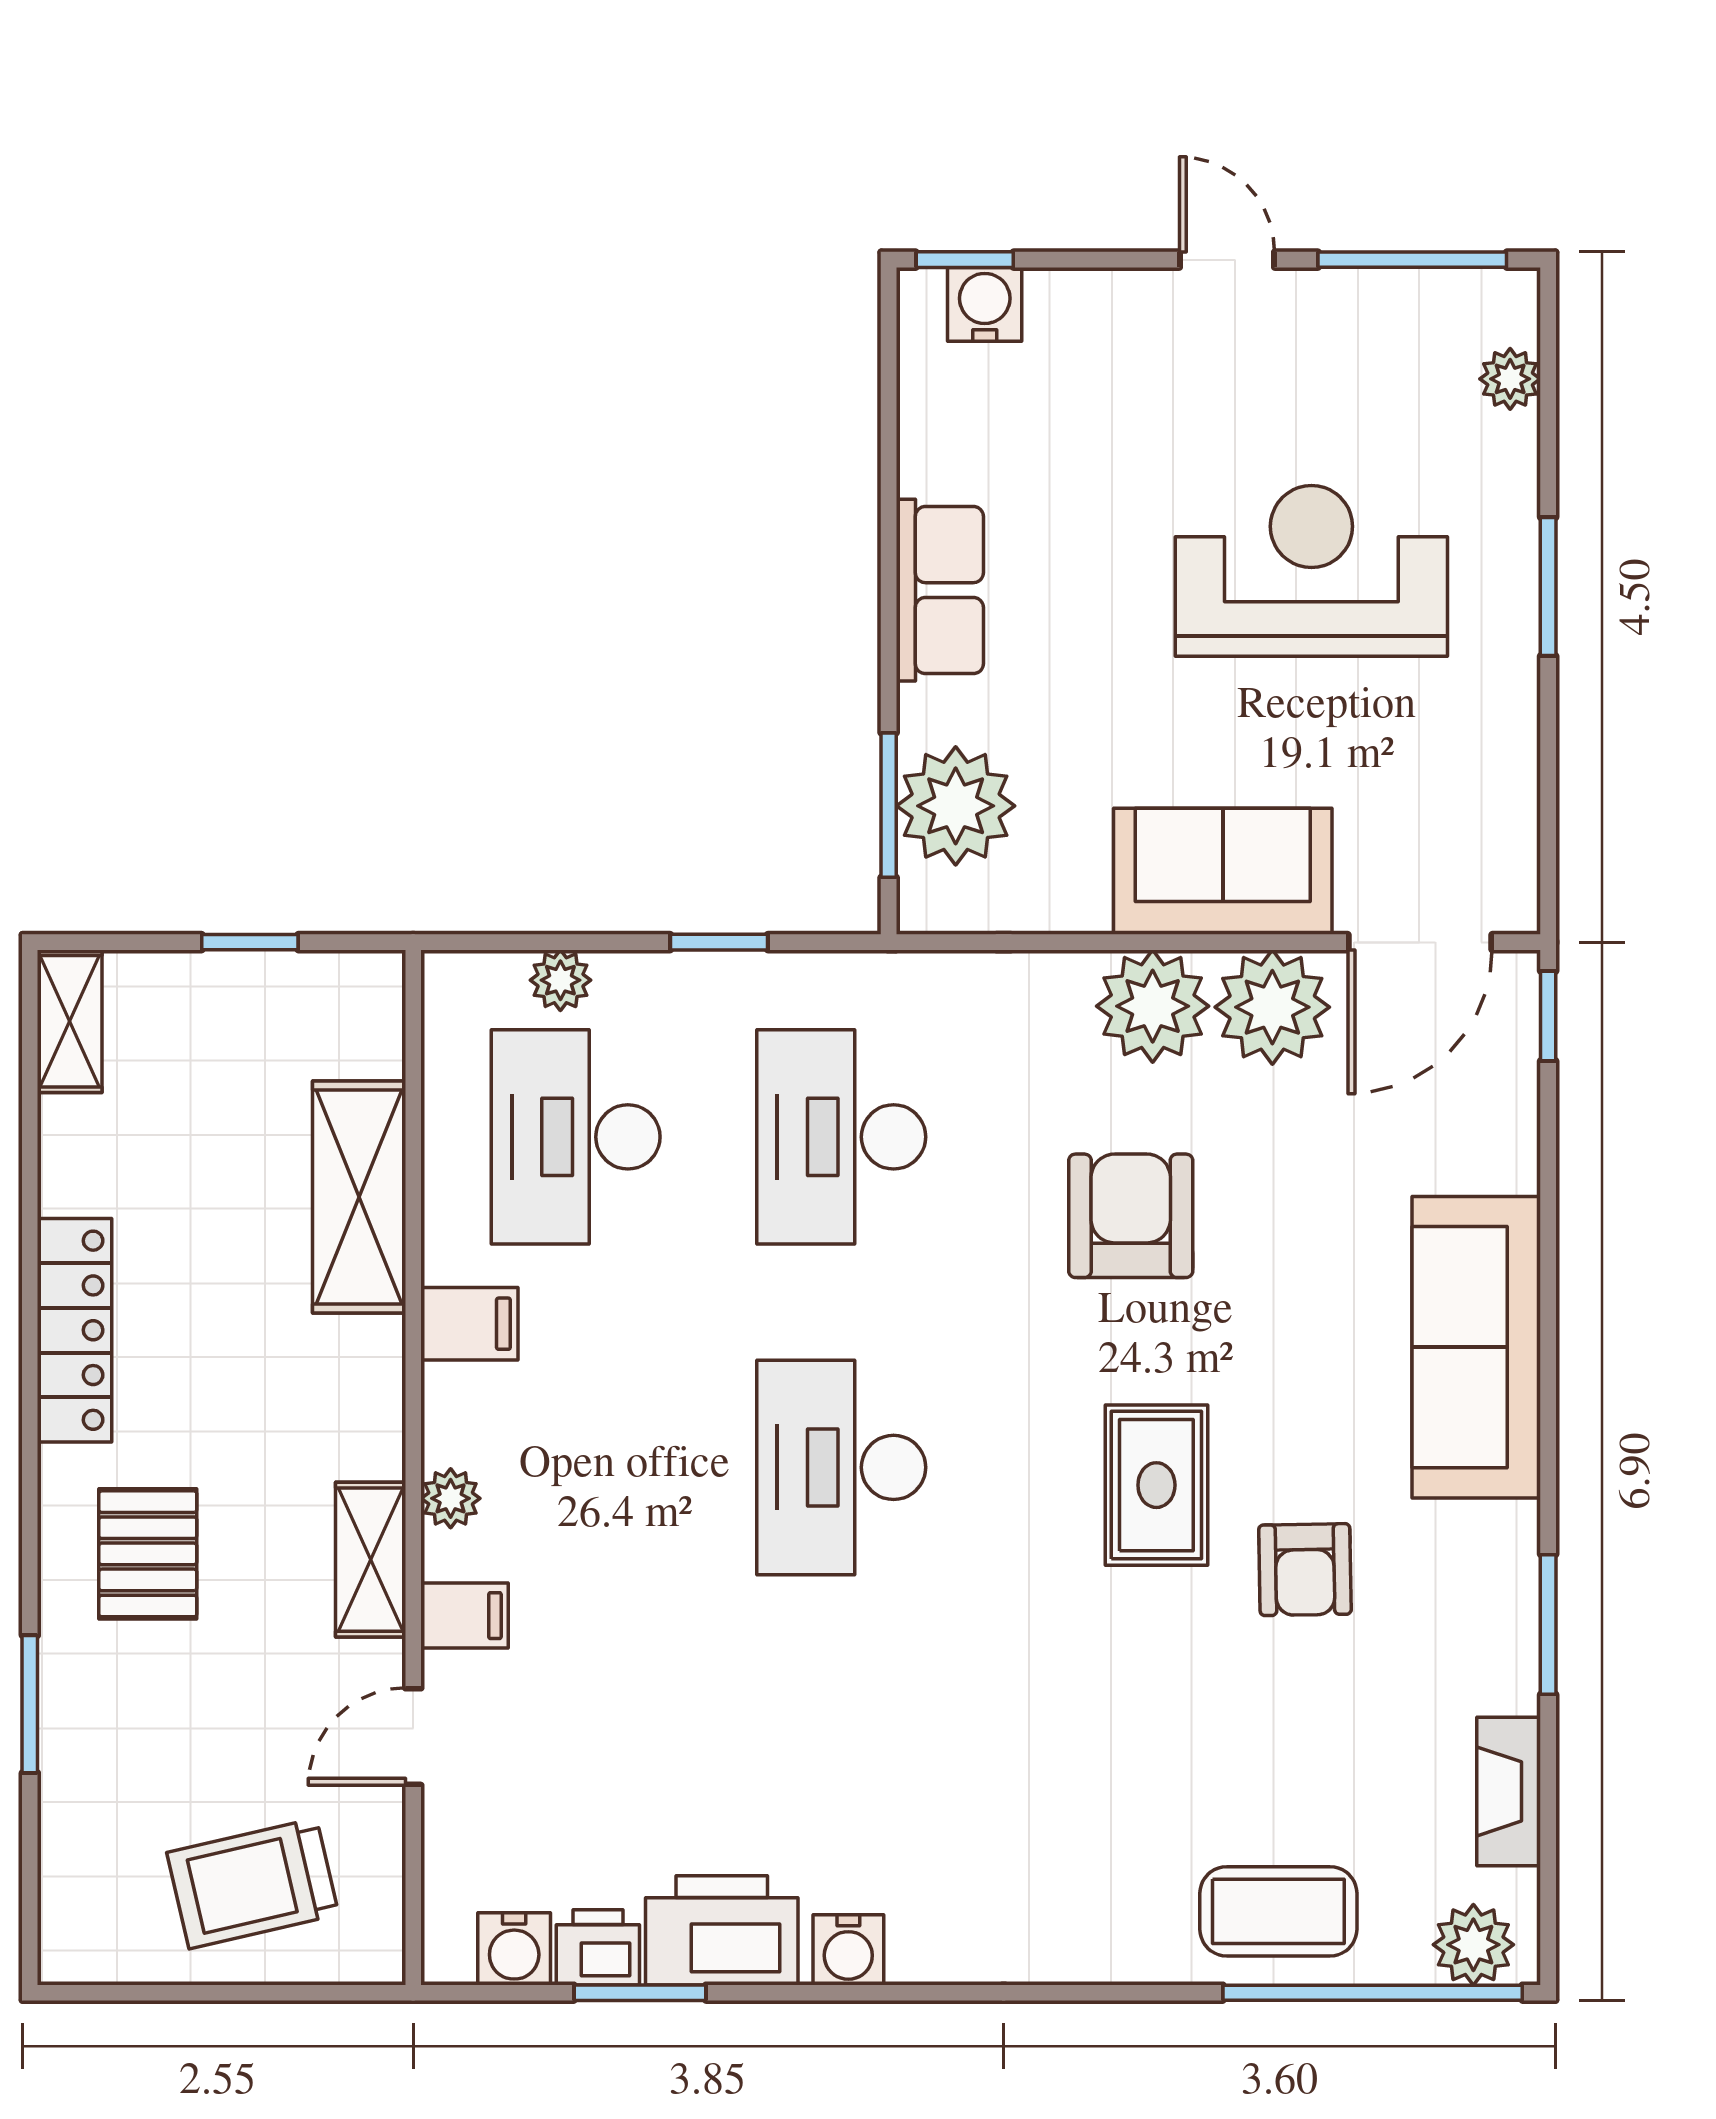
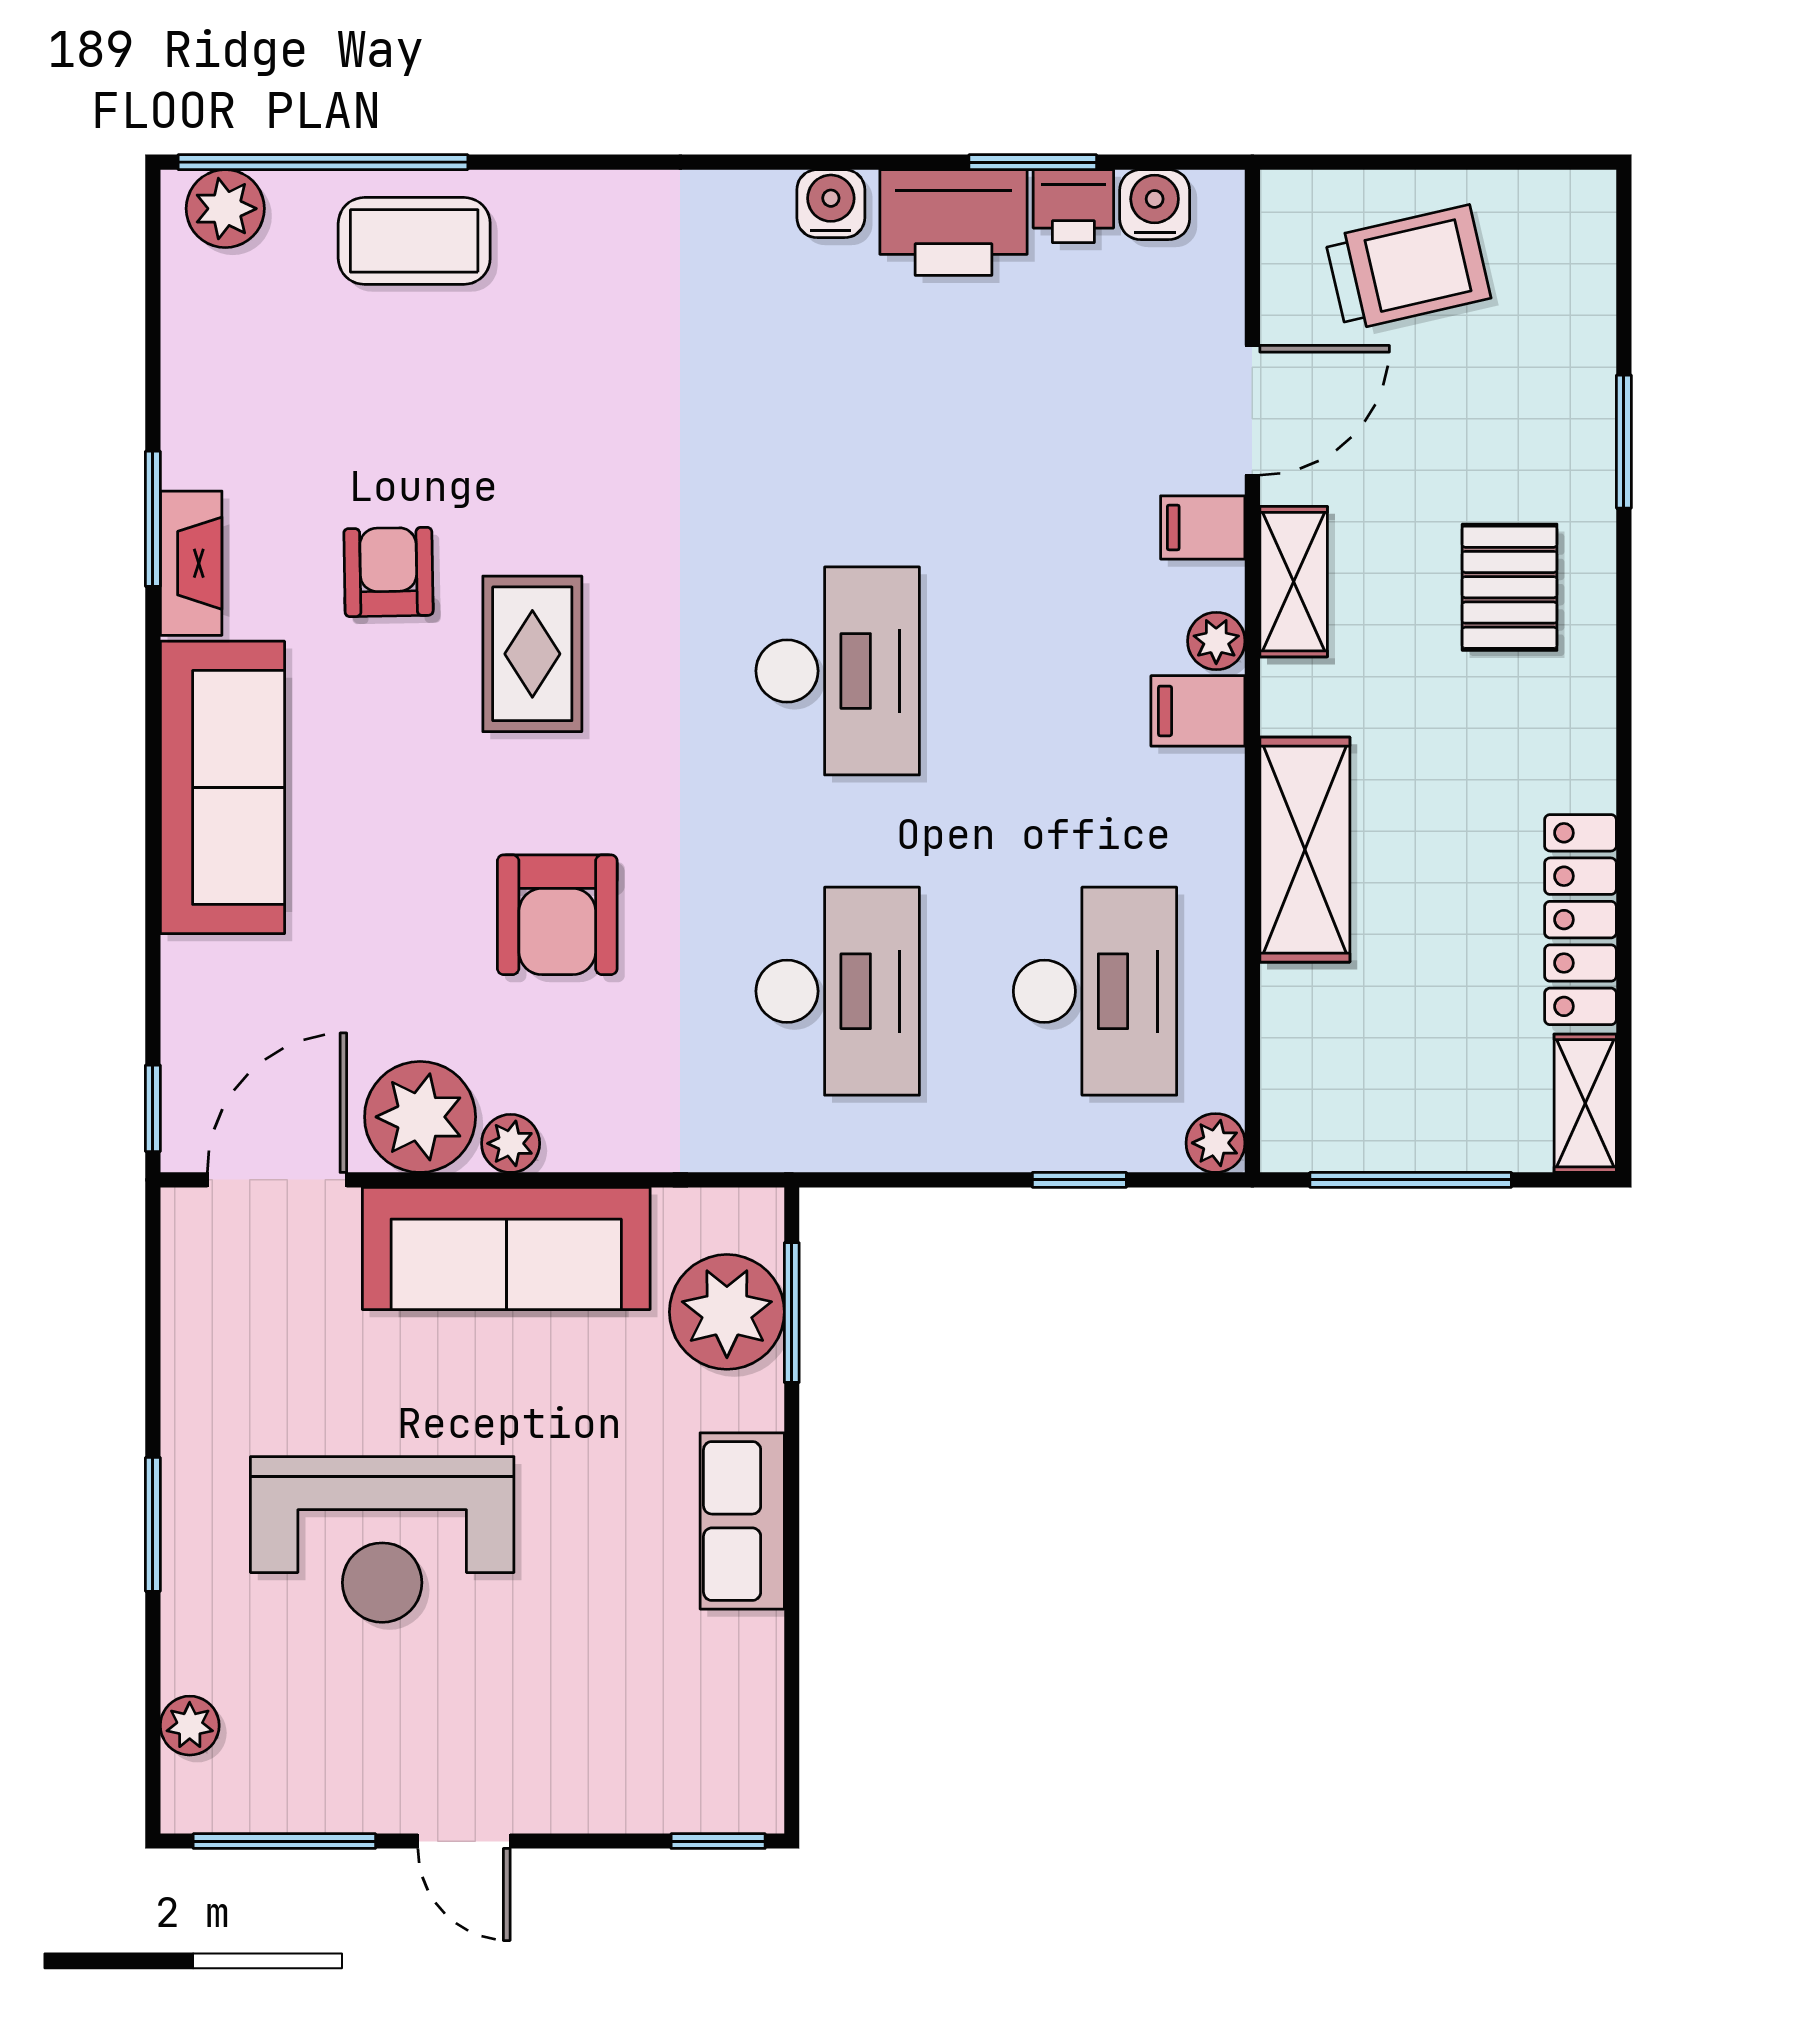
water cooler: (985, 304) -> (699, 1798), removed
sofa: (1223, 871) -> (506, 1248), width x1.36
window: (250, 942) -> (1411, 1180), width x2.17
window: (719, 942) -> (1079, 1180), moved
plant: (560, 980) -> (1215, 1143), moved
plant: (1153, 1006) -> (511, 1143), width x0.53, depth x0.53
shelving: (359, 1197) -> (1305, 850), moved
filing cabinet: (469, 1324) -> (1198, 711), moved
locker: (75, 1330) -> (1580, 920), moved
door: (413, 1737) -> (1252, 410), width x1.38
fireplace: (1509, 1791) -> (191, 563), moved

